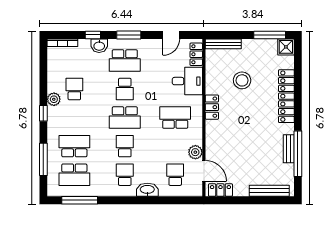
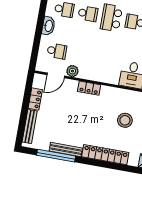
locker: (212, 107) -> (89, 88), moved
school desk: (175, 118) -> (104, 59), removed
bench: (289, 149) -> (66, 150), width x1.36
locker: (220, 190) -> (35, 99), moved

